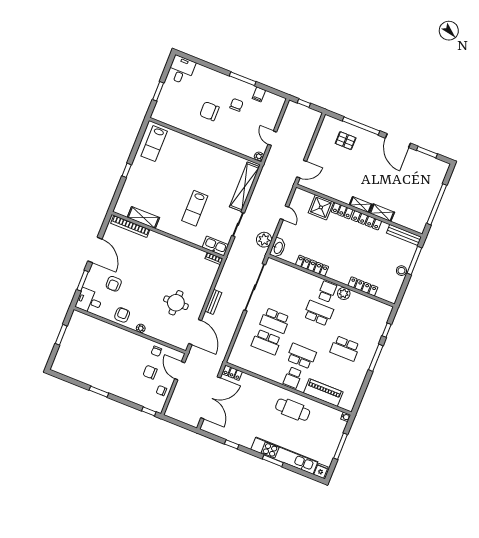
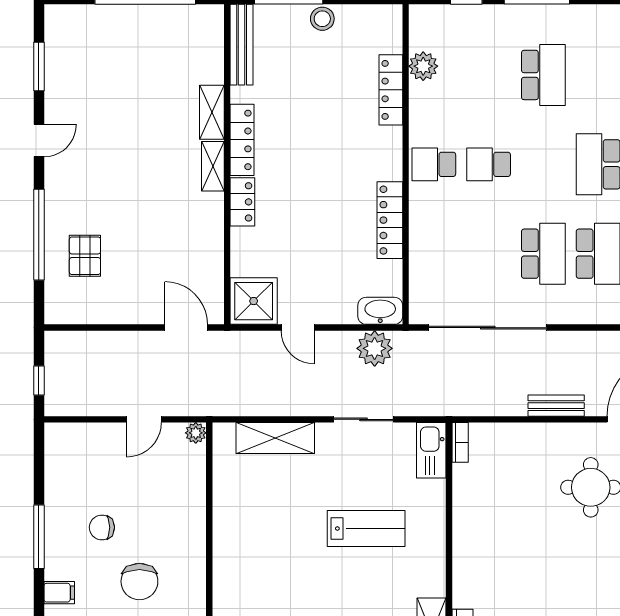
filing cabinet: (259, 94) -> (59, 593), moved
door: (398, 141) -> (39, 141), width x0.53
shelving: (244, 187) -> (275, 438), width x0.68
shower: (321, 207) -> (254, 301), moved
door: (284, 213) -> (298, 328), swing flipped
plant: (344, 293) -> (423, 66), moved
school desk: (318, 313) -> (489, 164), width x0.54

